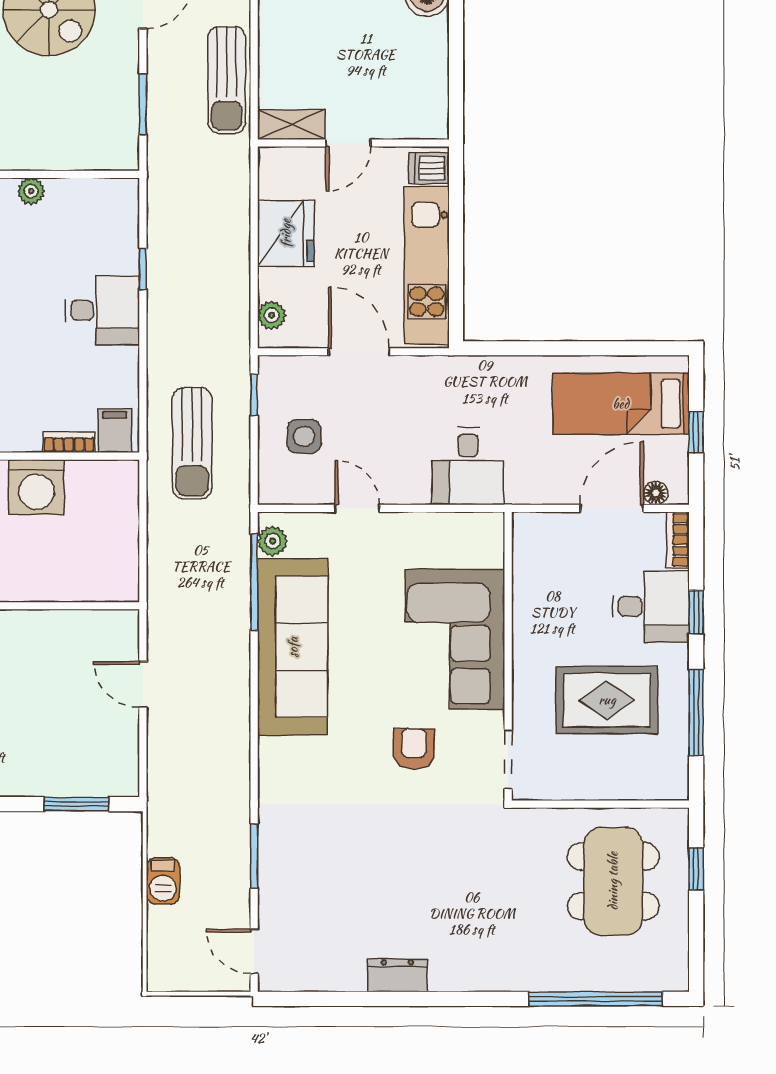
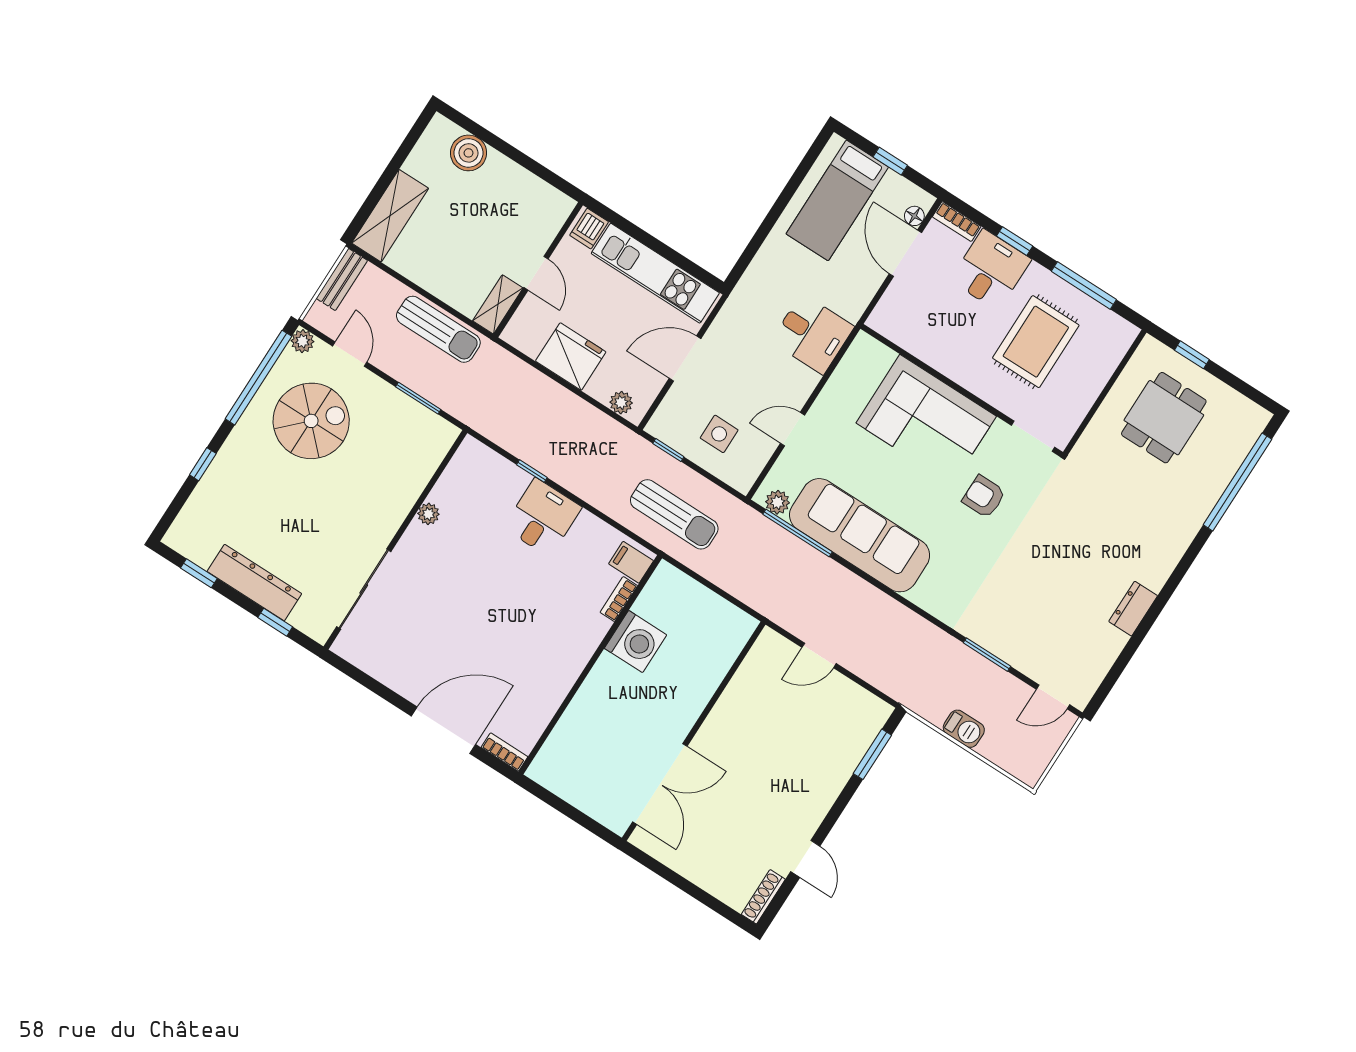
dining table: (613, 881) -> (1164, 418), width x0.73

